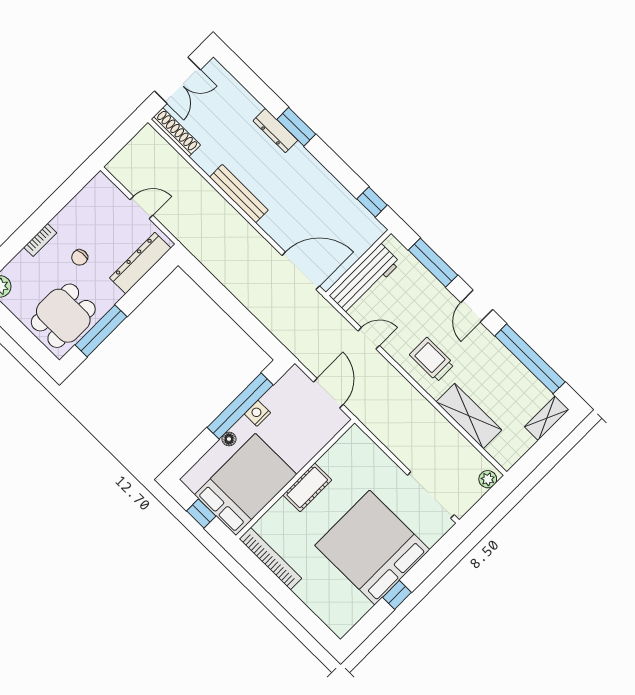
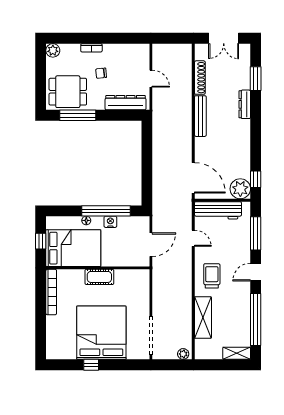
window: (296, 127) -> (256, 79), moved
shoe rack: (176, 132) -> (200, 78), moved
plant: (365, 230) -> (240, 189), added

